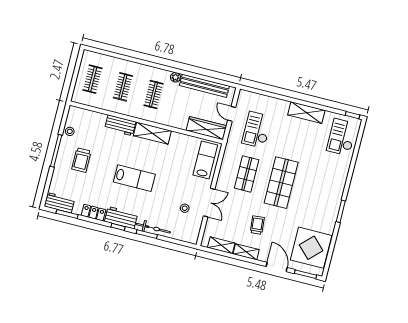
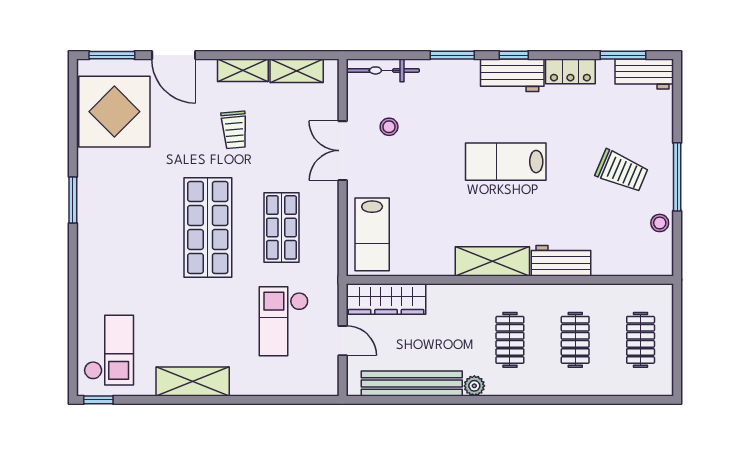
checkout: (257, 130) -> (284, 321), turned 180
trolley: (81, 160) -> (622, 171), turned 113
bicycle: (153, 228) -> (383, 70), moved

